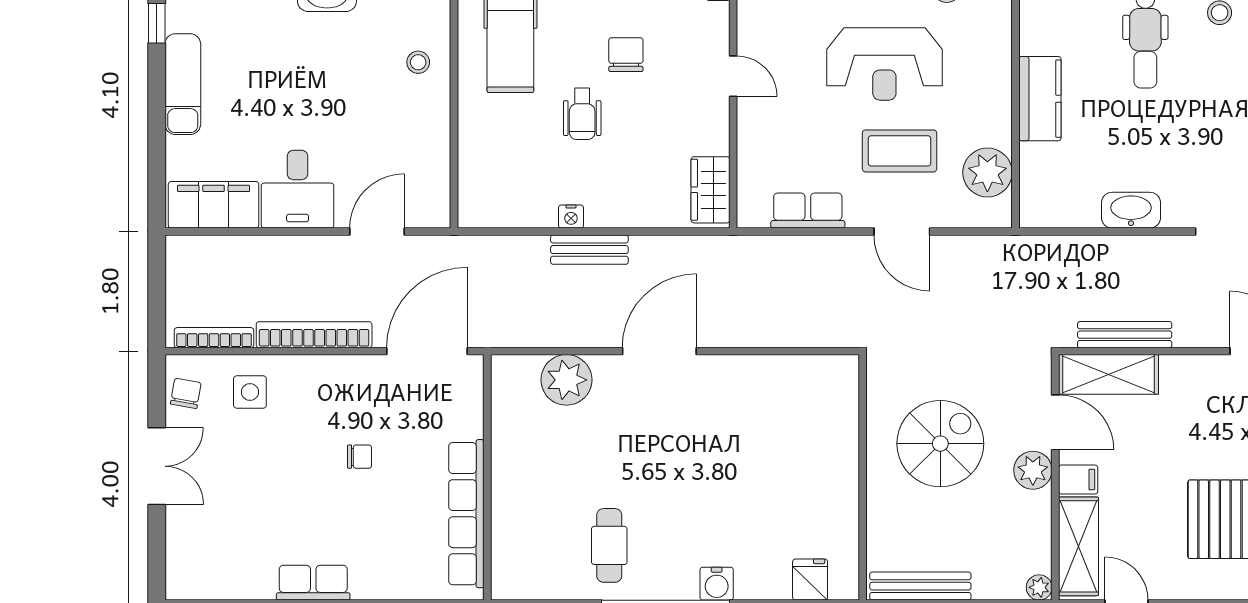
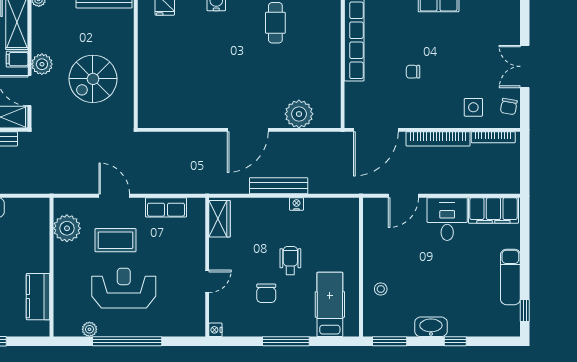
door: (733, 76) -> (207, 281), swing flipped
kitchen counter: (1040, 99) -> (38, 297), moved
bench: (589, 250) -> (279, 186), width x1.36

